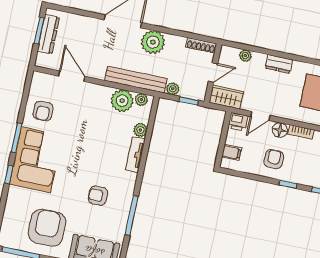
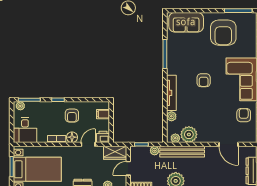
tv unit: (135, 155) -> (171, 93), width x1.41
armchair: (98, 196) -> (204, 80), moved, turned 90

